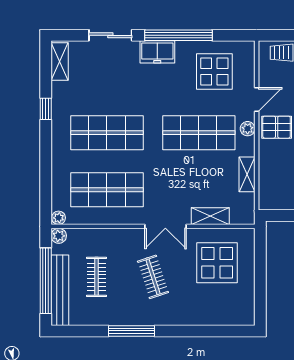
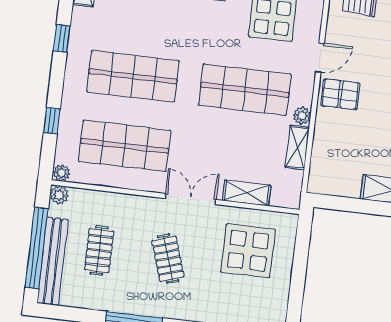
plant: (248, 129) -> (302, 116), moved
window: (46, 176) -> (52, 121), added
double door: (165, 226) -> (191, 199), swing flipped

